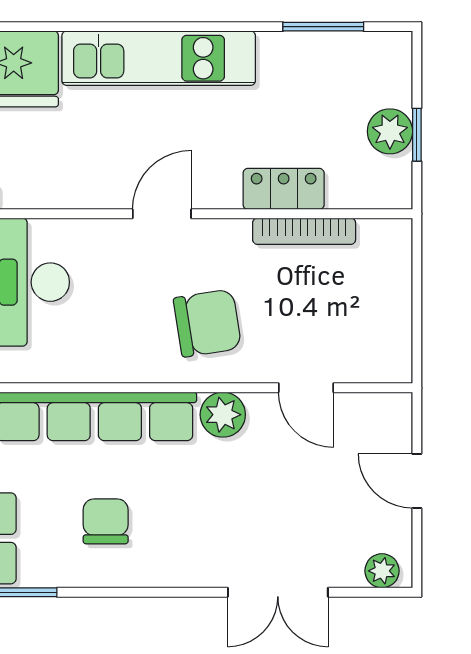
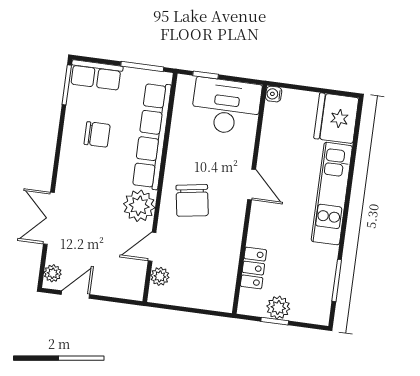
locker: (284, 189) -> (253, 268), moved
bookcase: (304, 231) -> (233, 256), removed
plant: (361, 365) -> (160, 276), added
plant: (223, 415) -> (139, 206), width x1.36, depth x1.36
door: (417, 481) -> (75, 295), moved

